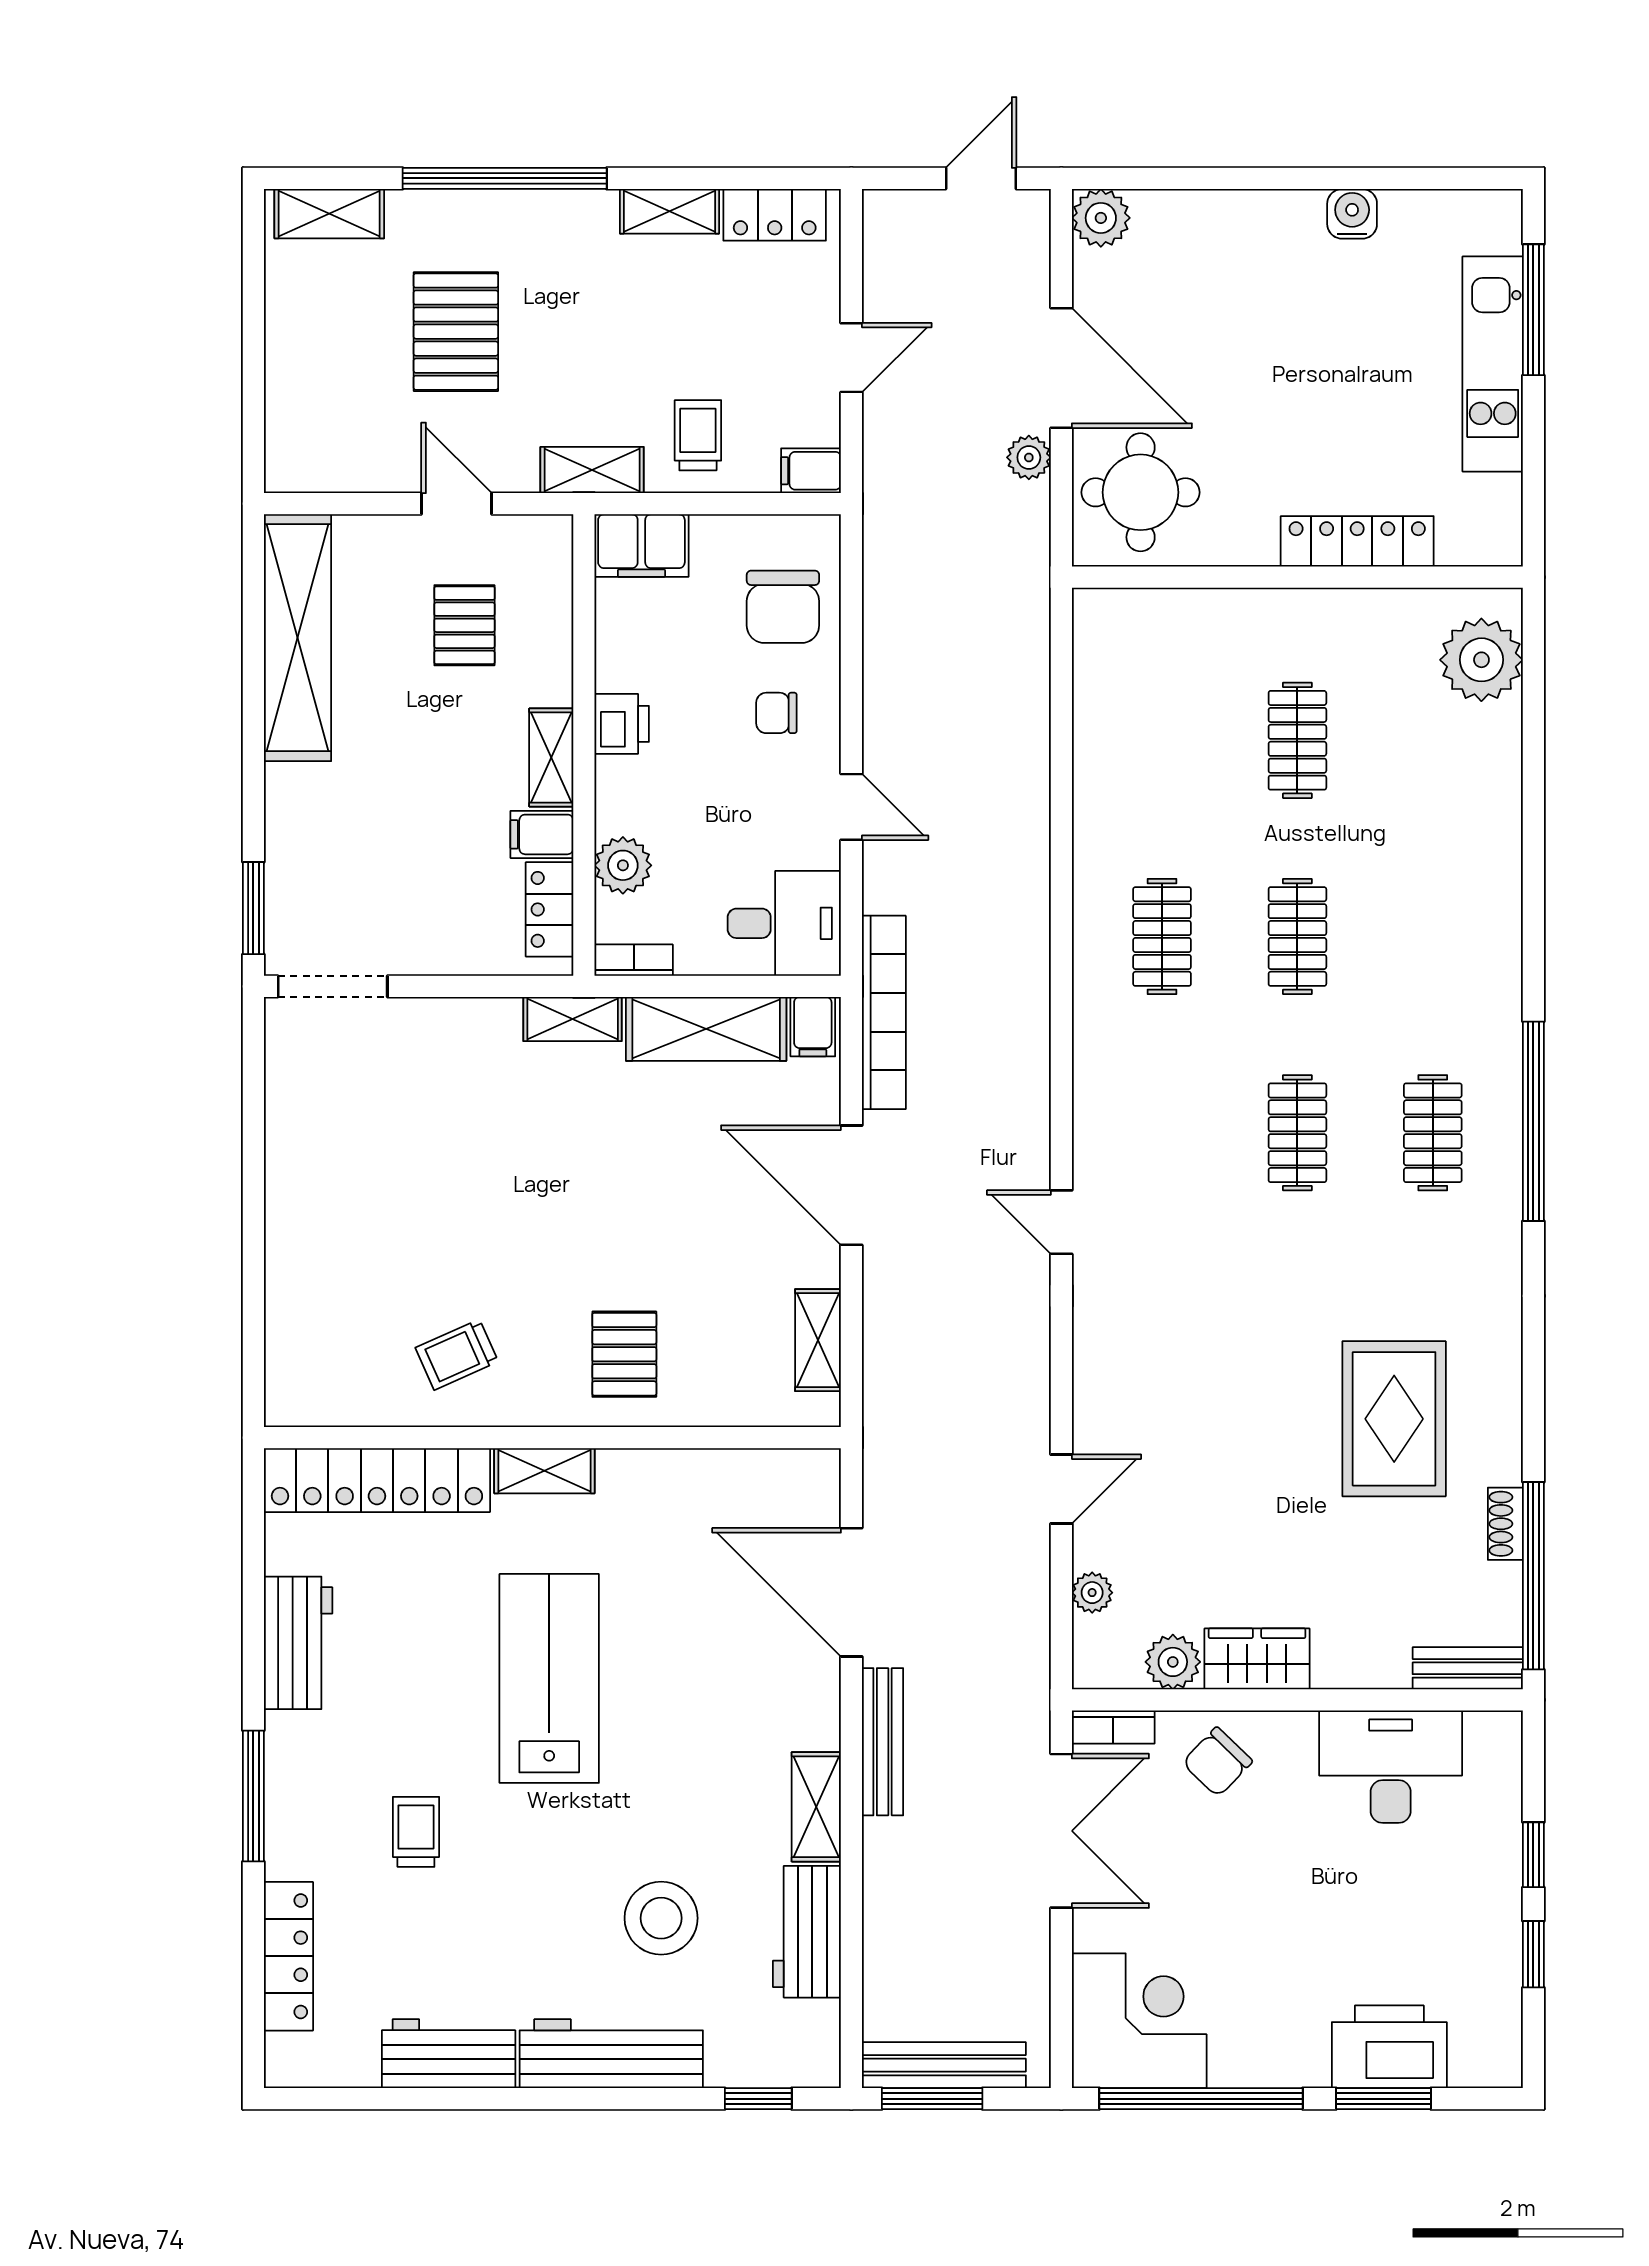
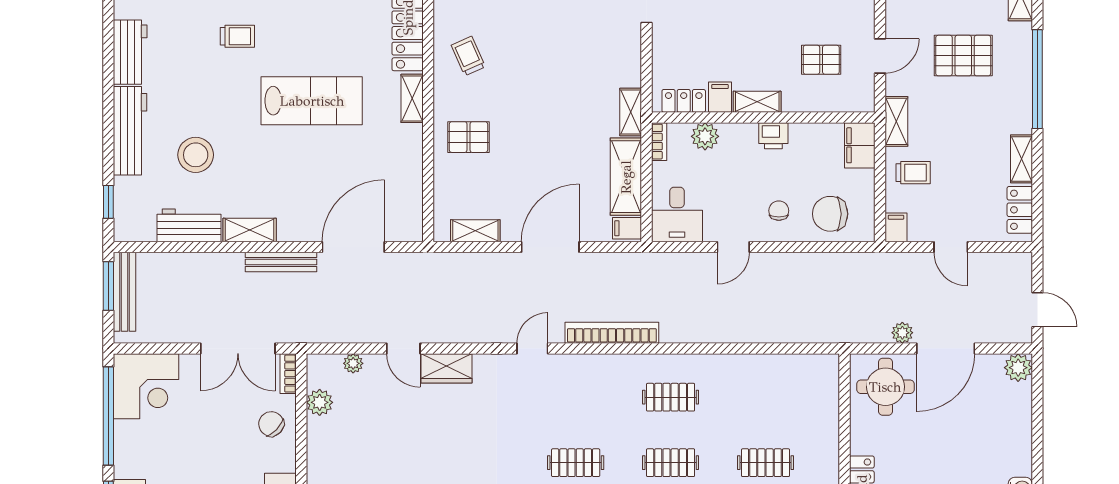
bookcase: (884, 1012) -> (612, 333), moved, turned 180
wardrobe: (1257, 1659) -> (446, 368), moved, turned 90

